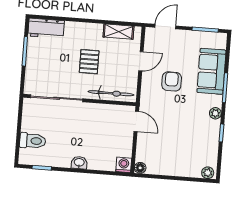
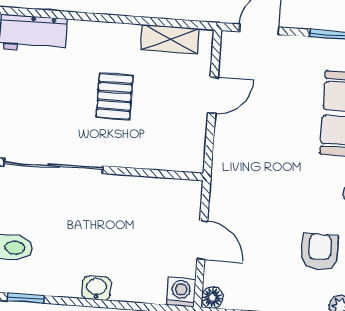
armchair: (172, 81) -> (320, 252), moved
bicycle: (111, 93) -> (156, 156), removed
door: (136, 121) -> (202, 240), moved

